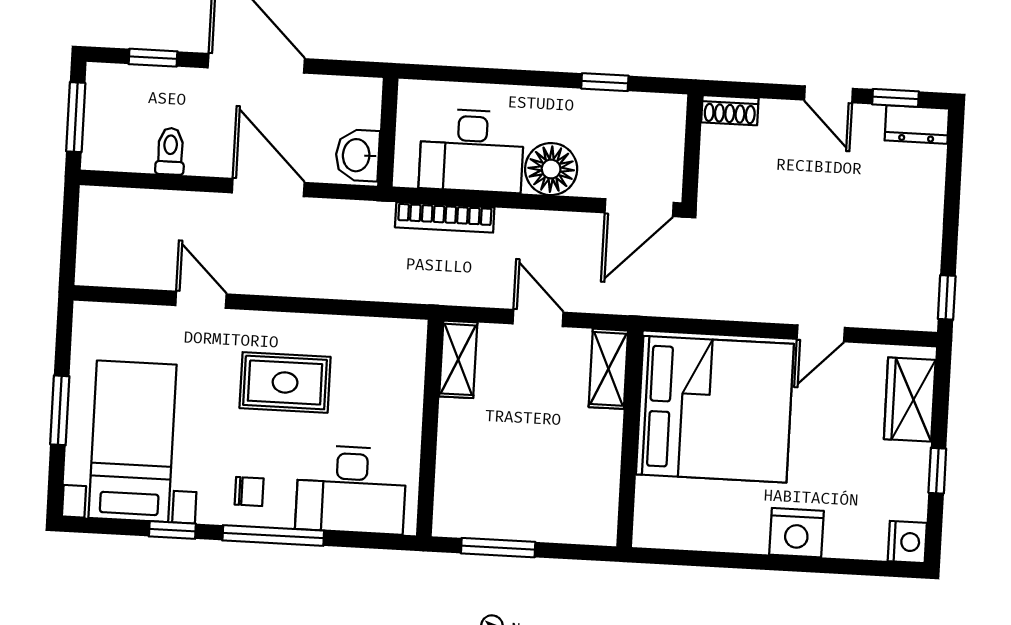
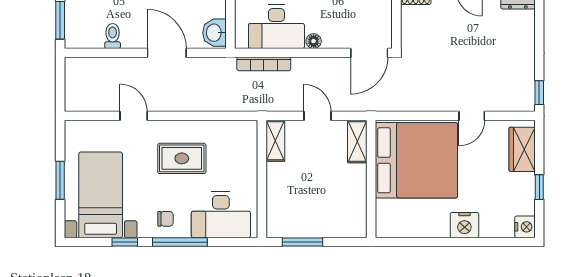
floor lamp: (551, 169) -> (314, 41), width x0.53, depth x0.53

